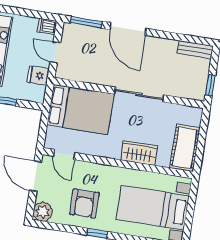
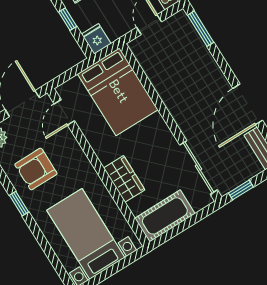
door: (128, 29) -> (248, 104), moved
fridge: (38, 75) -> (96, 39), moved
sliding door: (139, 94) -> (199, 167), moved

